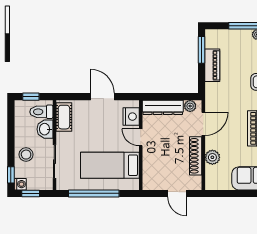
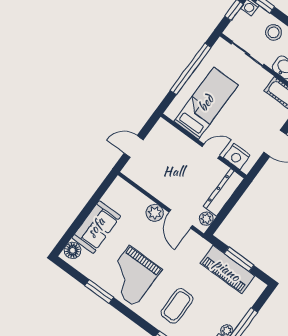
window: (202, 50) -> (239, 259), moved
piano: (212, 65) -> (227, 270), width x1.37, depth x1.33
shoe rack: (196, 156) -> (156, 190), removed
plant: (212, 157) -> (155, 213), moved

